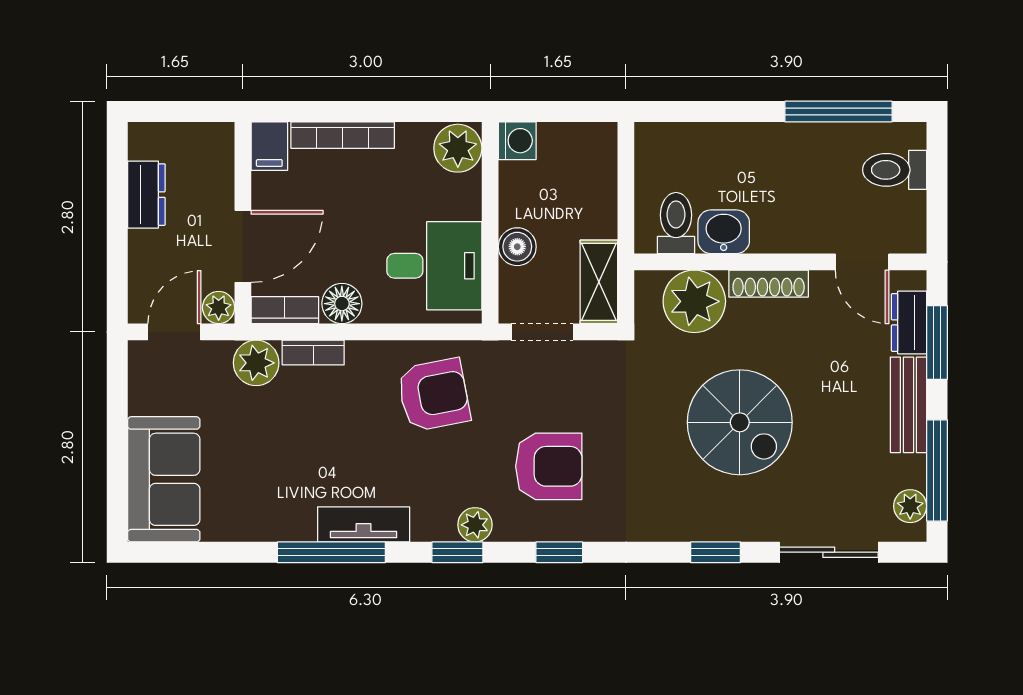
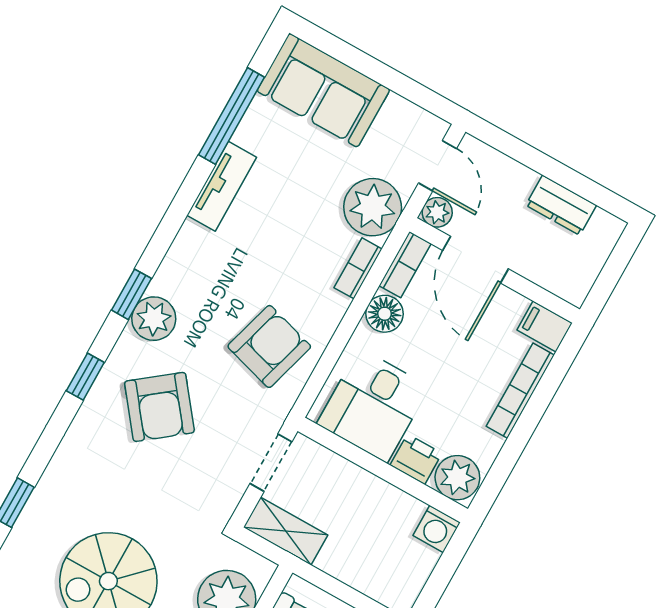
printer: (462, 197) -> (416, 459), added
boiler: (517, 247) -> (351, 481), removed
plant: (256, 363) -> (373, 207), width x1.36, depth x1.36
armchair: (434, 395) -> (269, 346), turned -153
armchair: (549, 466) -> (159, 407), turned -38
tv unit: (364, 524) -> (222, 186), moved
plant: (475, 525) -> (154, 319), width x1.38, depth x1.38
window: (331, 552) -> (232, 116), moved

